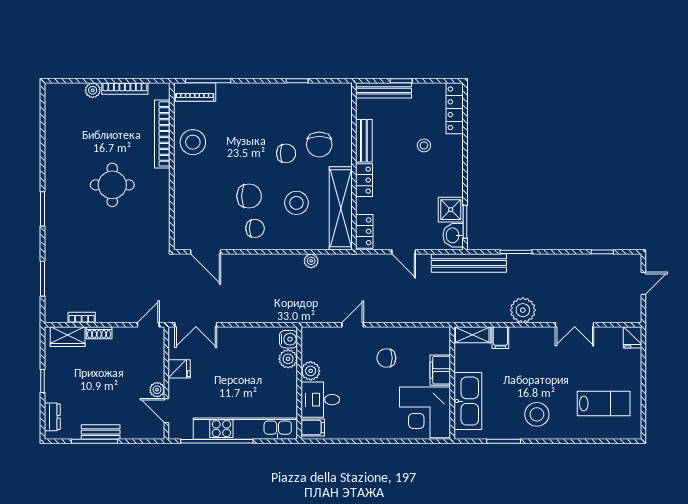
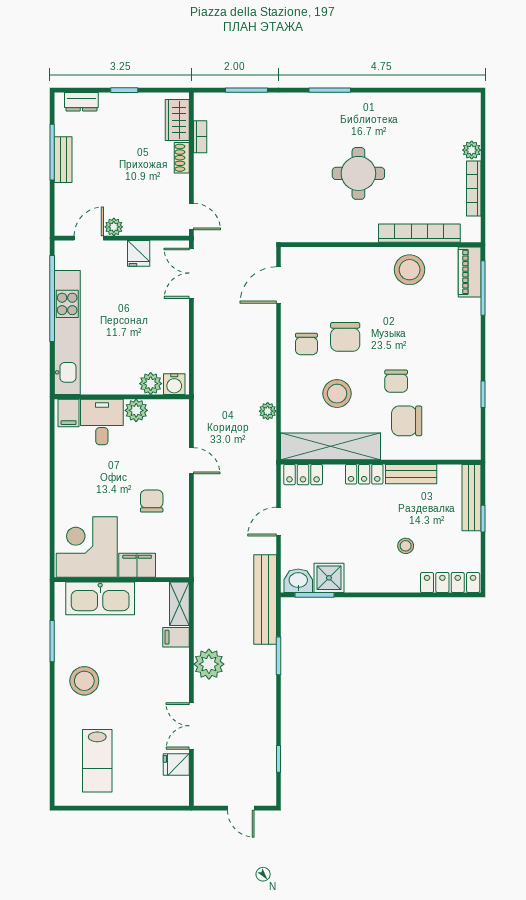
fridge: (632, 337) -> (176, 765), moved

